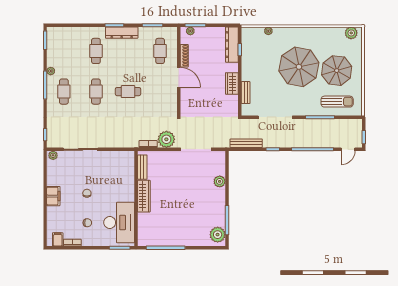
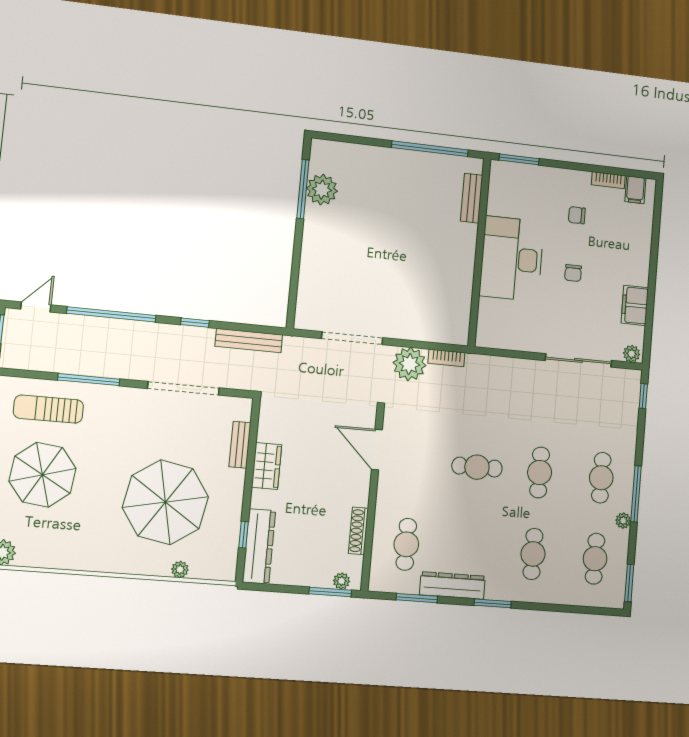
dresser: (122, 33) -> (452, 585), moved
cafe table: (64, 51) -> (595, 559), added
parasol: (299, 67) -> (166, 502), moved
door: (179, 77) -> (377, 450), moved
bench: (142, 167) -> (472, 198), moved
plant: (220, 181) -> (311, 268), removed
filing cabinet: (53, 196) -> (635, 305), moved
wardrobe: (144, 196) -> (464, 255), removed
desk: (119, 223) -> (512, 259), moved
plant: (218, 235) -> (322, 190), moved

